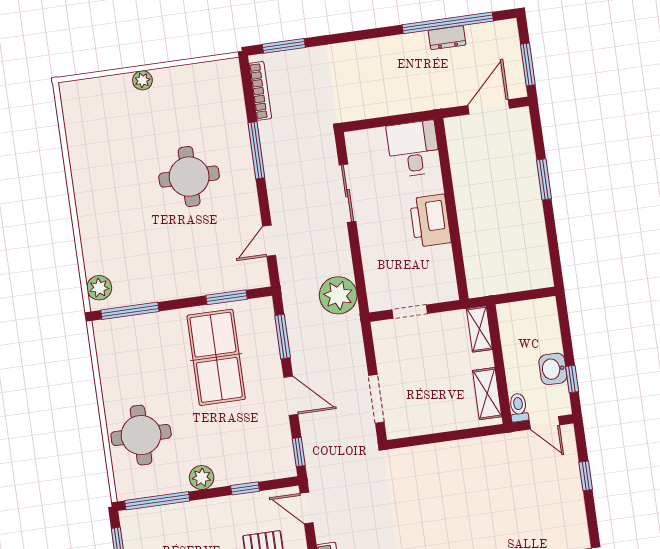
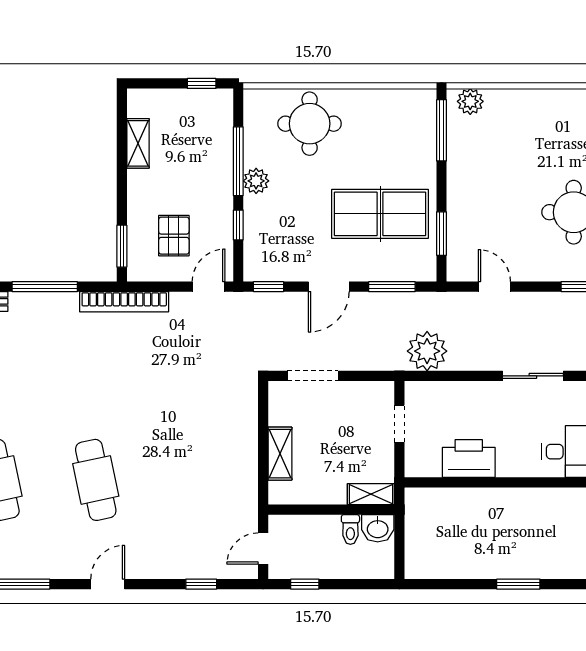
printer: (430, 221) -> (469, 459), moved
washbasin: (553, 369) -> (378, 528), moved, turned 180
shelving: (487, 394) -> (280, 454), moved, turned 90
toilet: (519, 407) -> (350, 529), moved, turned 90
window: (157, 501) -> (238, 161), moved

